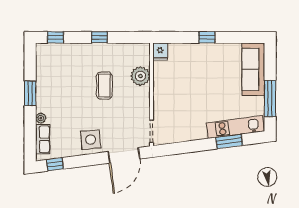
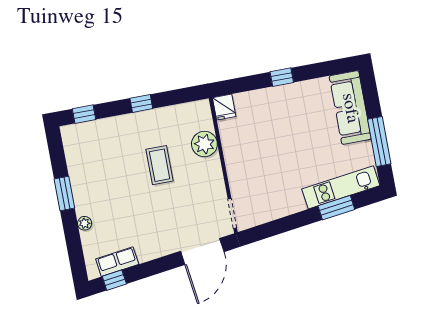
row of seats: (43, 139) -> (117, 262), moved, turned -97
side table: (91, 140) -> (155, 239), removed

